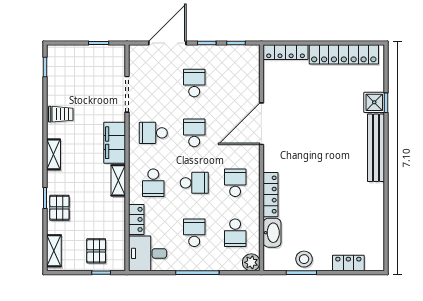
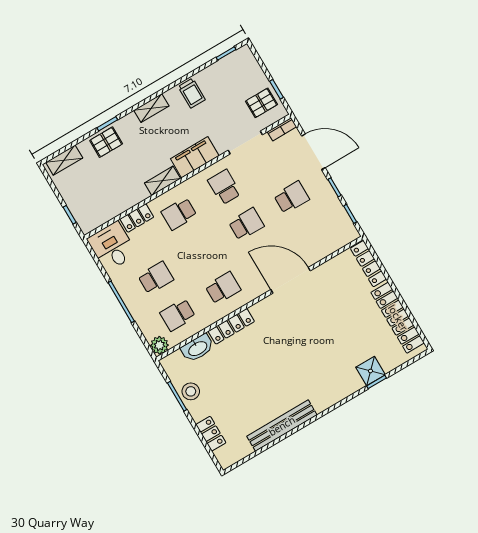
bookcase: (134, 58) -> (282, 129), added
bench: (376, 148) -> (282, 426), moved
school desk: (194, 183) -> (201, 251), removed
pallet: (96, 251) -> (261, 103), moved

